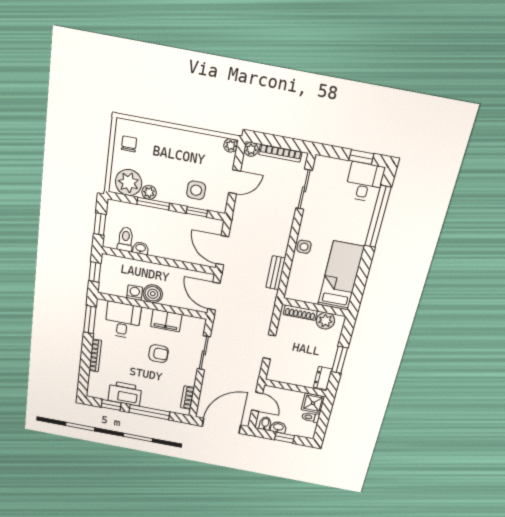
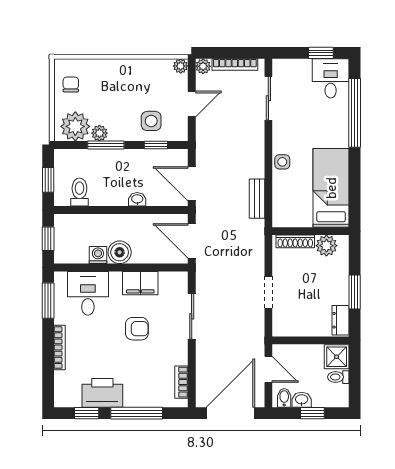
washbasin: (141, 248) -> (137, 199), moved

